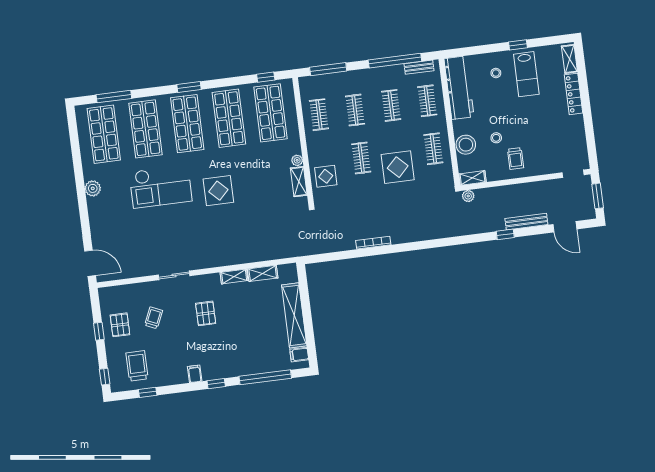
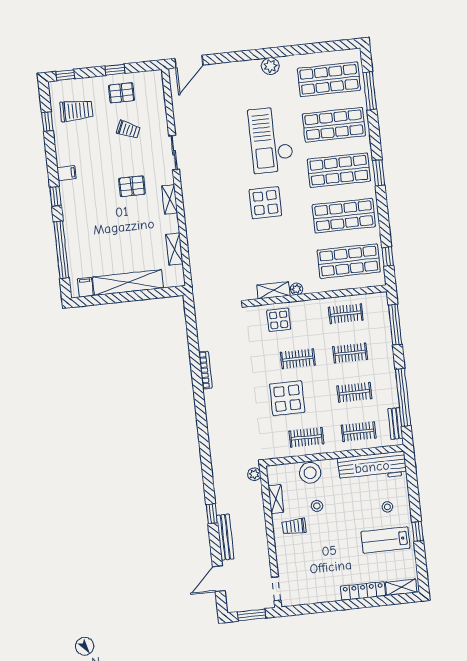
shelving: (472, 178) -> (276, 499), moved
shelving: (234, 276) -> (170, 199), moved

